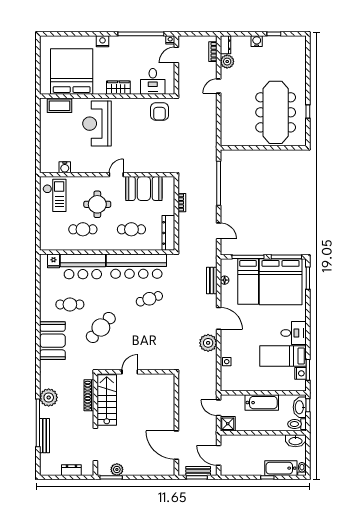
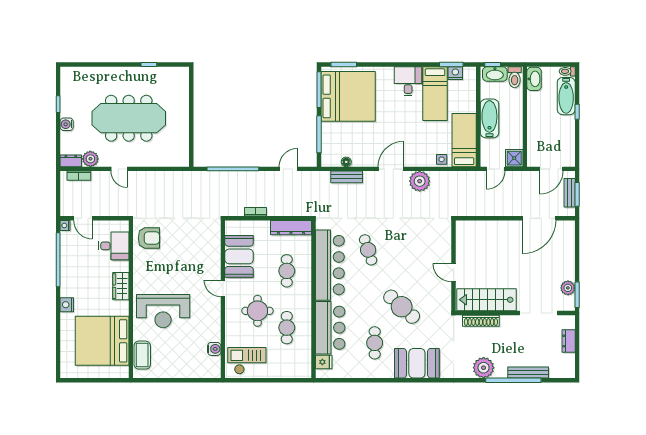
meeting table: (276, 112) -> (129, 118), moved
bed: (248, 281) -> (464, 140), moved, turned -90

